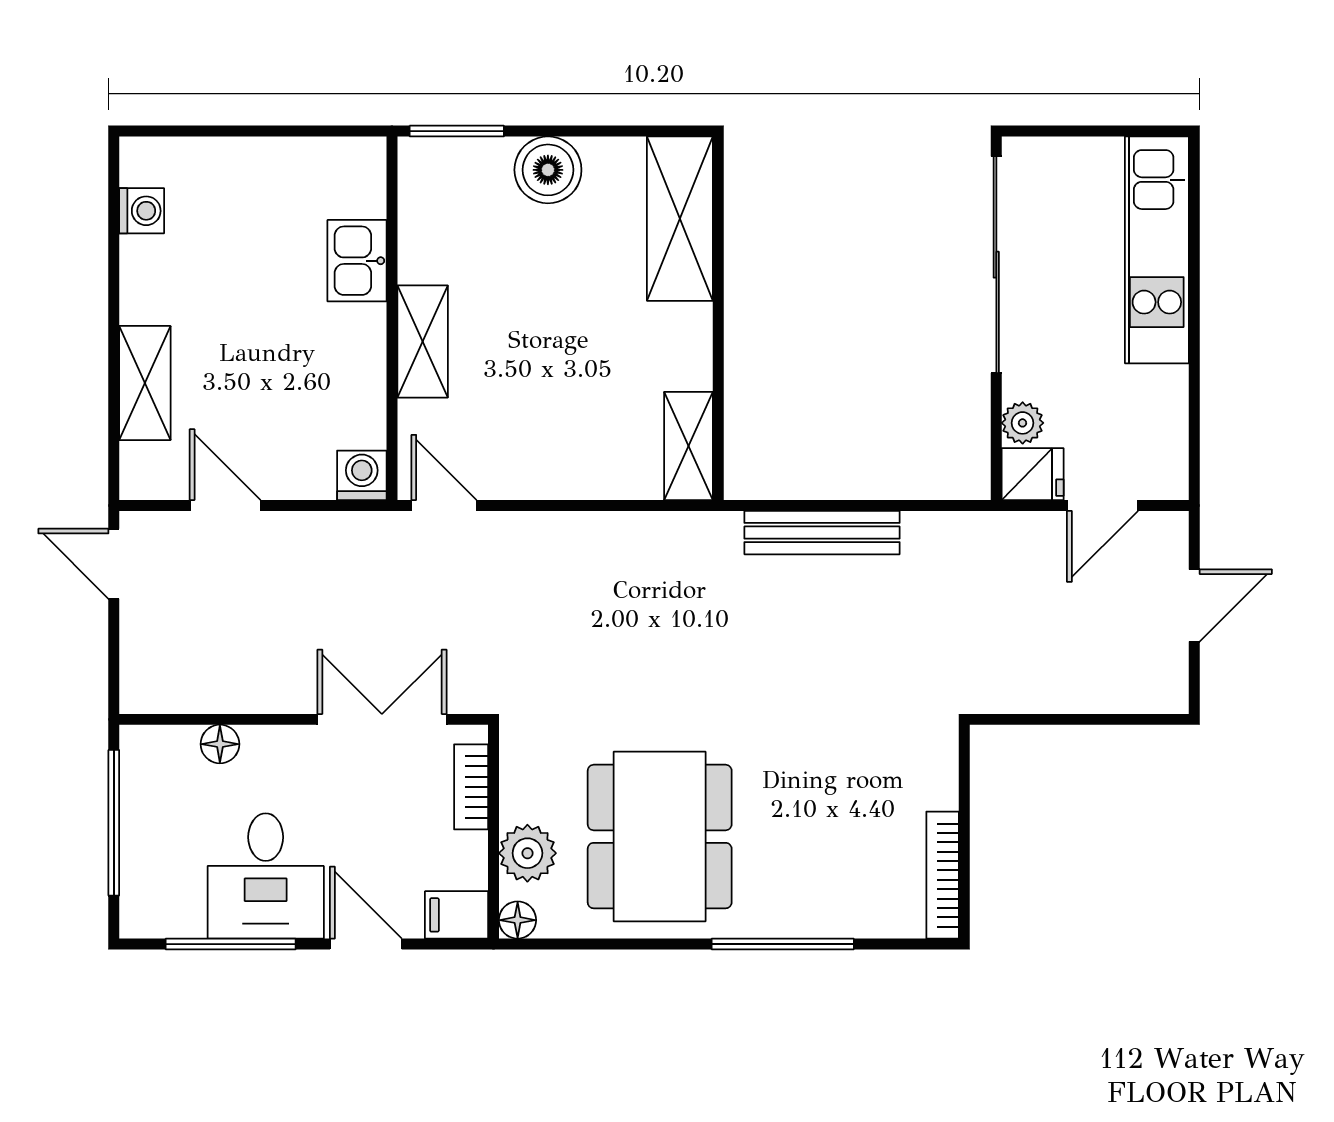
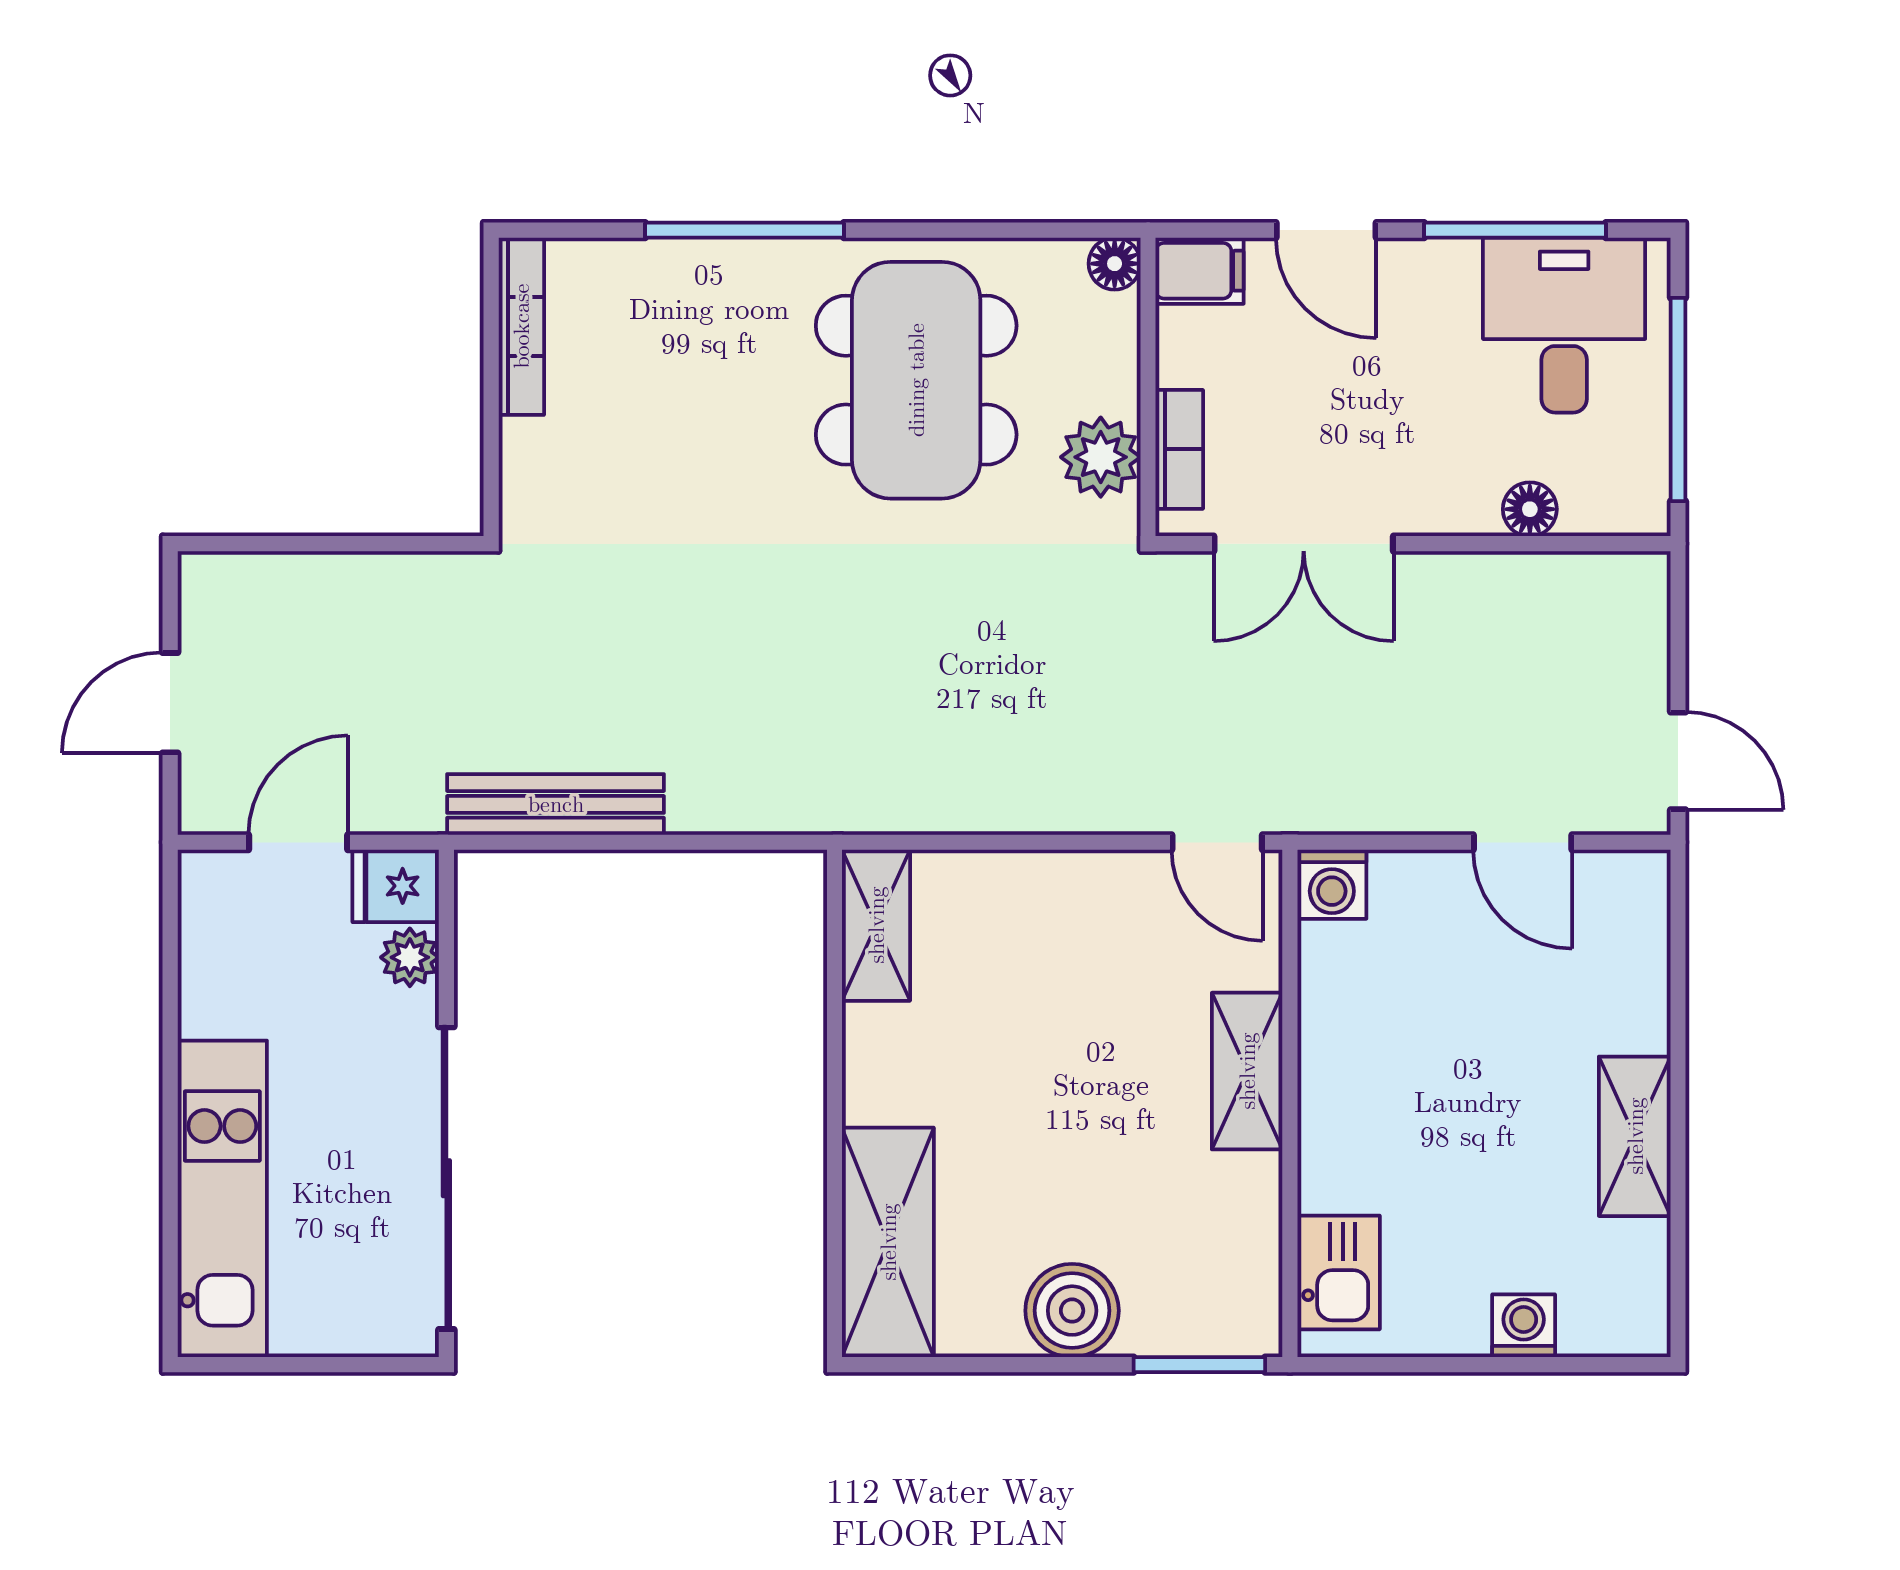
washing machine: (142, 211) -> (1524, 1326), moved, turned 90
kitchen sink: (357, 261) -> (1339, 1272), moved
shelving: (145, 383) -> (1635, 1136), moved
bench: (822, 533) -> (556, 804), moved
plant: (527, 853) -> (1101, 457), moved
desk: (266, 876) -> (1564, 325), moved

